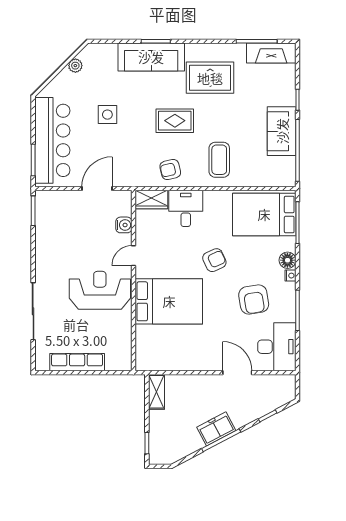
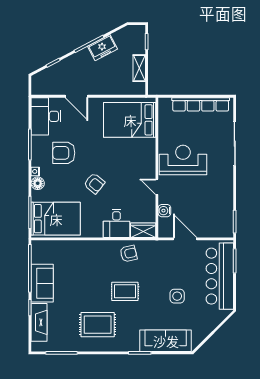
fireplace: (271, 53) -> (39, 322), moved, turned 90
sofa: (151, 57) -> (166, 341), moved
plant: (75, 66) -> (202, 334), removed
coffee table: (219, 160) -> (91, 261), removed
door: (97, 189) -> (185, 239), swing flipped
door: (133, 256) -> (157, 187), swing flipped
armchair: (214, 260) -> (94, 183), turned -116
reception desk: (100, 290) -> (183, 160), turned 180
armchair: (254, 299) -> (64, 153), turned -81
bed: (169, 301) -> (130, 120), moved
row of seats: (77, 362) -> (201, 104), width x1.36
shelving: (156, 392) -> (139, 68), moved
freezer: (216, 429) -> (103, 48), moved

